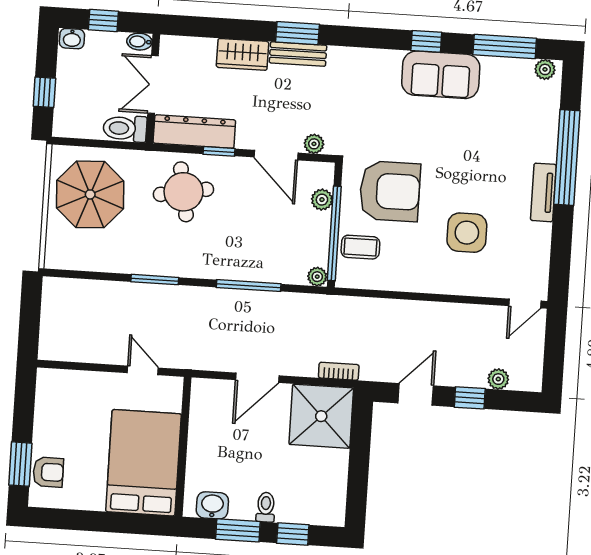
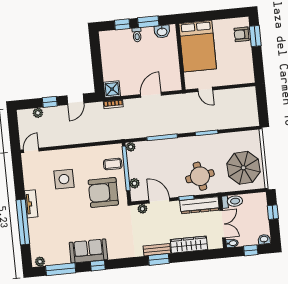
wardrobe: (242, 54) -> (189, 245), width x1.50
shower: (321, 416) -> (112, 89), width x0.54, depth x0.54

